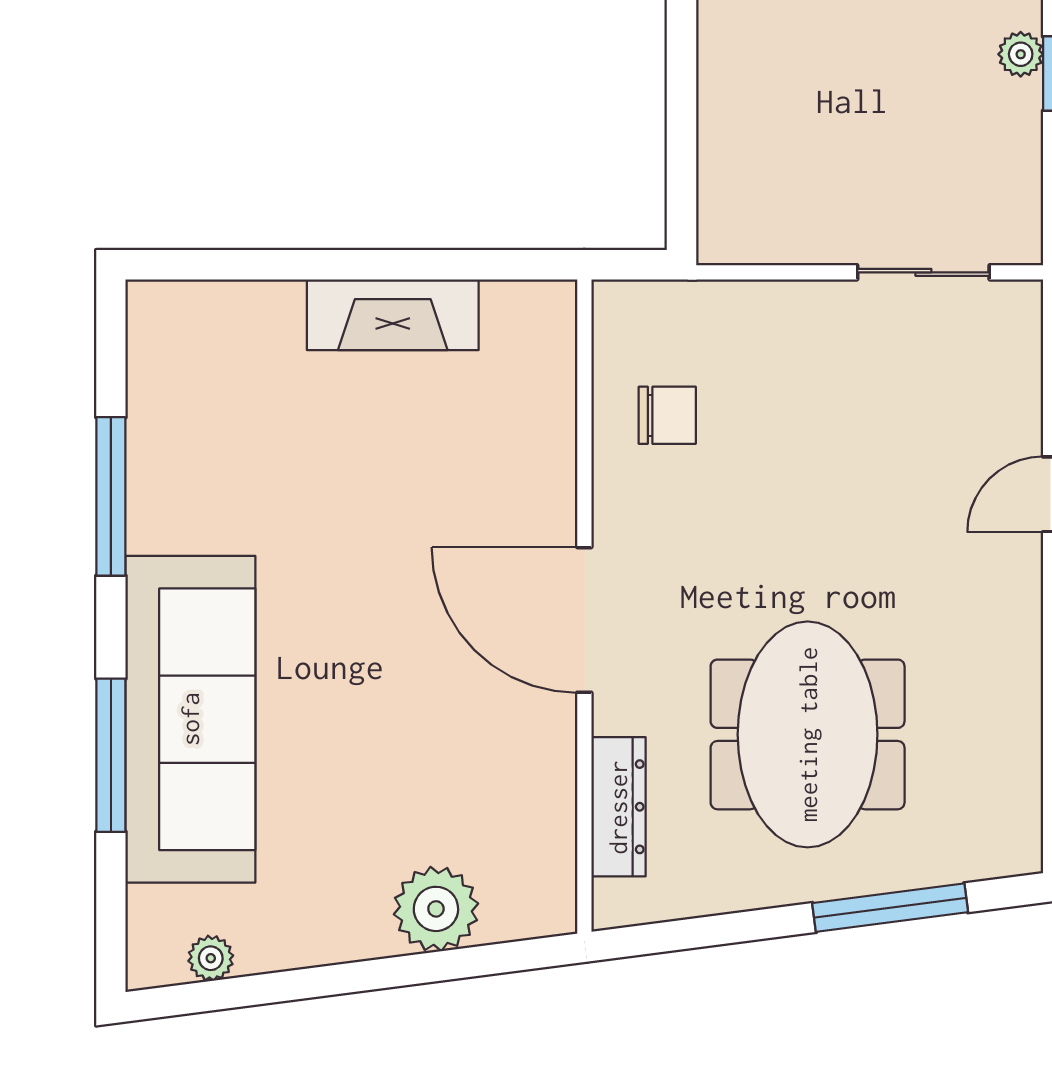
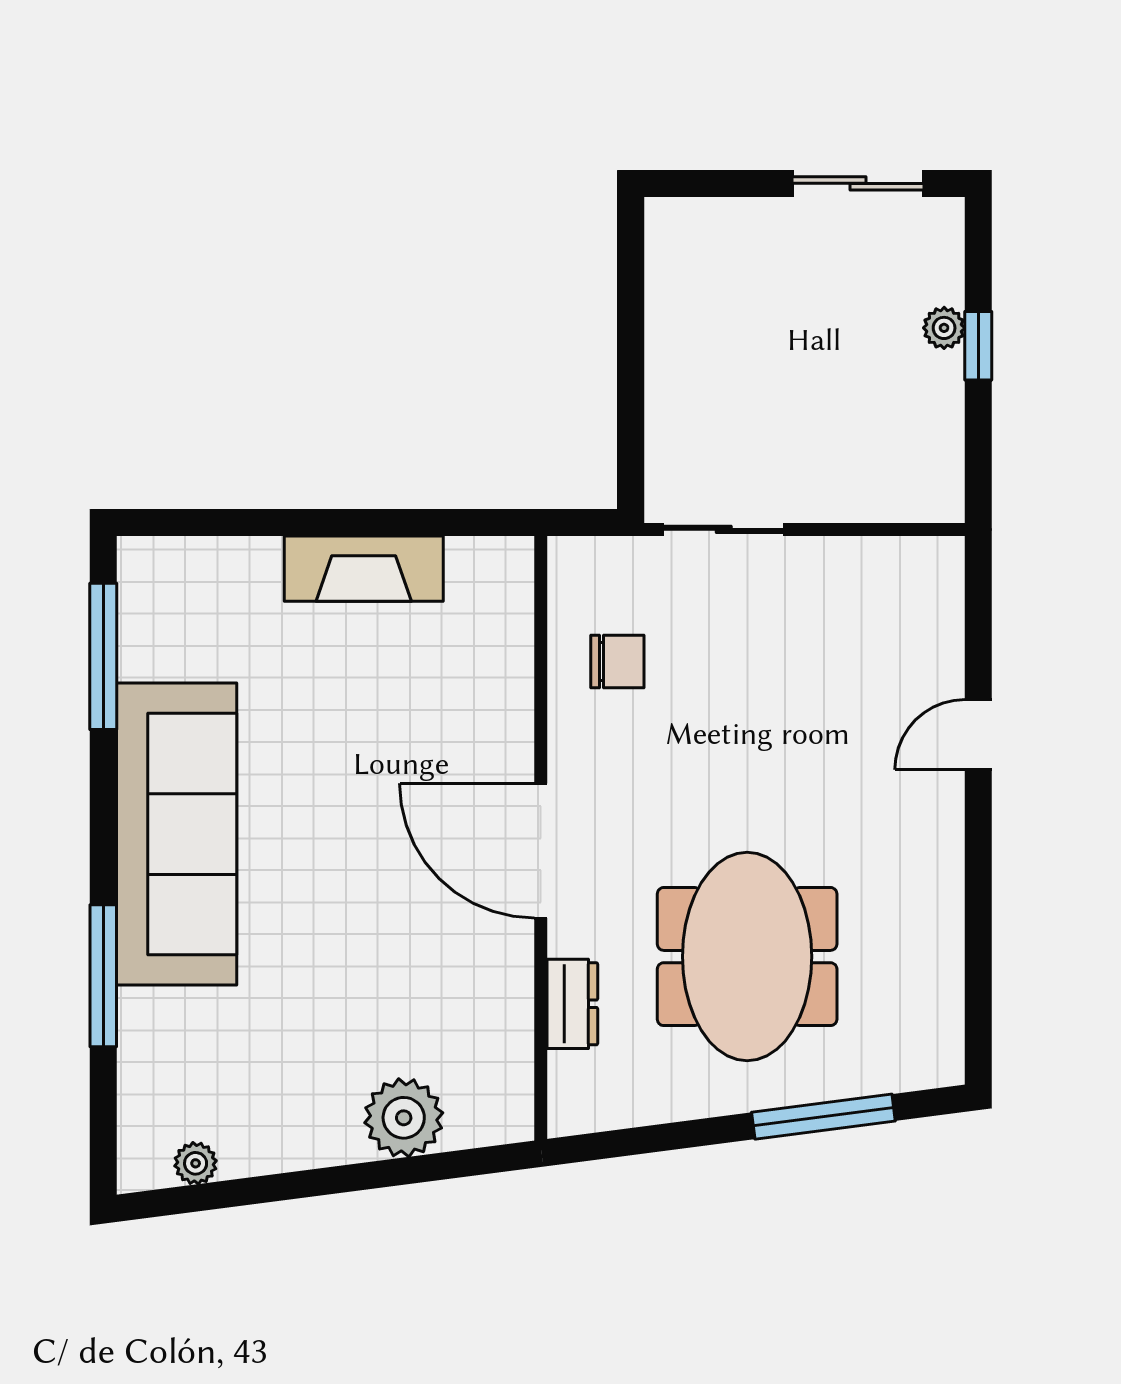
sliding door: (923, 272) -> (724, 529), moved
window: (111, 496) -> (103, 656), moved
sofa: (190, 719) -> (177, 834), moved
dresser: (618, 807) -> (572, 1004), width x0.70

